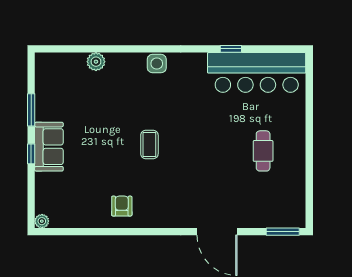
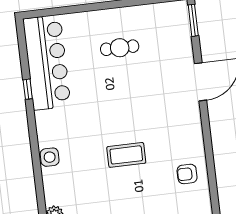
coffee table: (149, 144) -> (126, 155), width x1.36, depth x1.30

